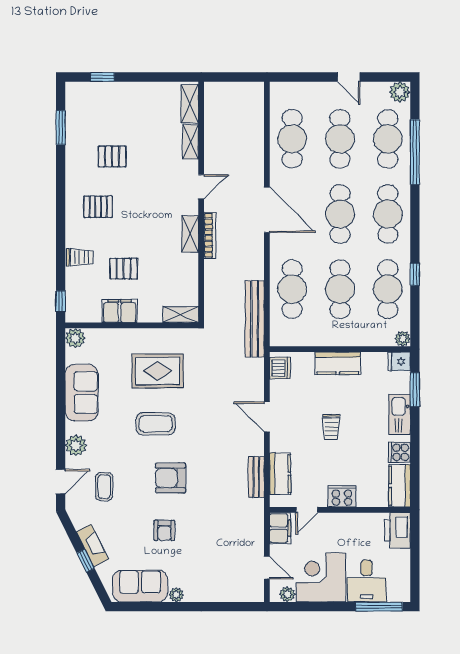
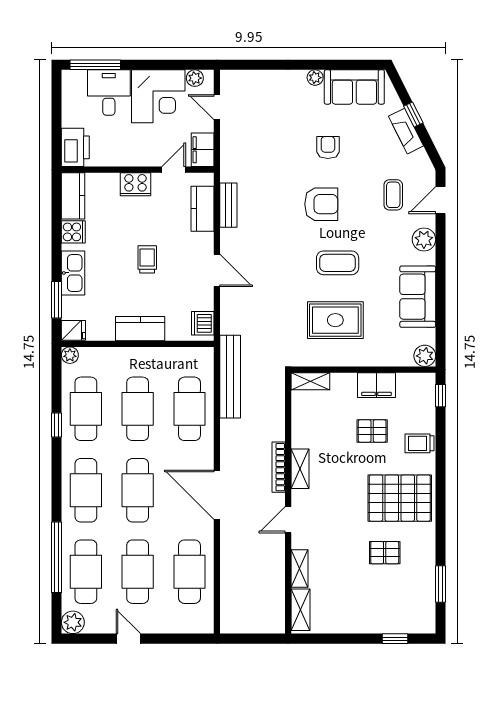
pallet: (98, 207) -> (400, 498), width x2.05, depth x2.00

